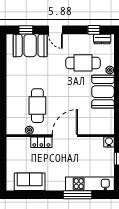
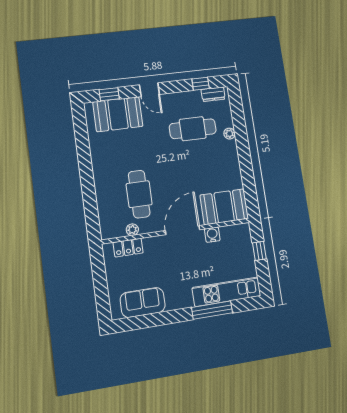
booth: (103, 92) -> (224, 207), moved, turned 90
locker: (41, 142) -> (128, 248), moved
water cooler: (109, 142) -> (212, 235), moved

